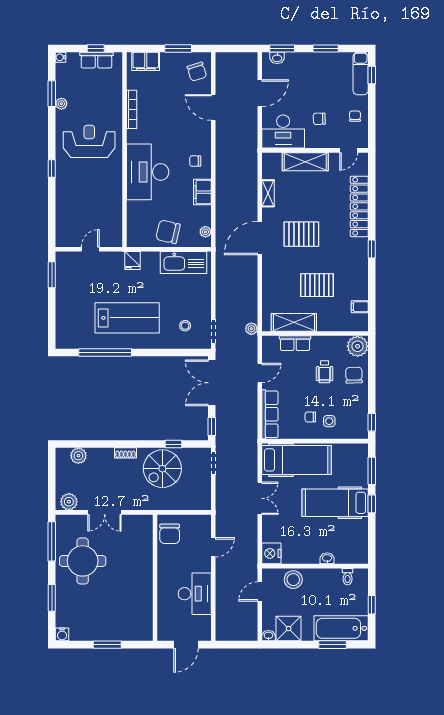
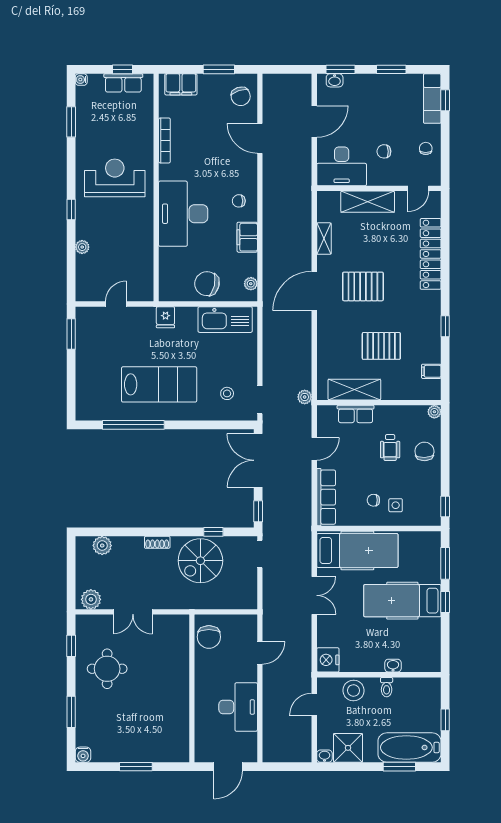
plant: (61, 104) -> (82, 247), moved
window: (372, 249) -> (445, 326), moved
plant: (358, 346) -> (434, 412), width x0.53, depth x0.53
window: (52, 541) -> (71, 646), width x0.46
round table: (83, 561) -> (107, 669), width x0.73, depth x0.73
toilet: (348, 577) -> (387, 687), moved

